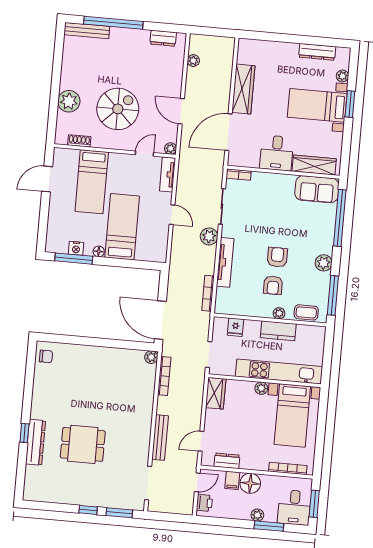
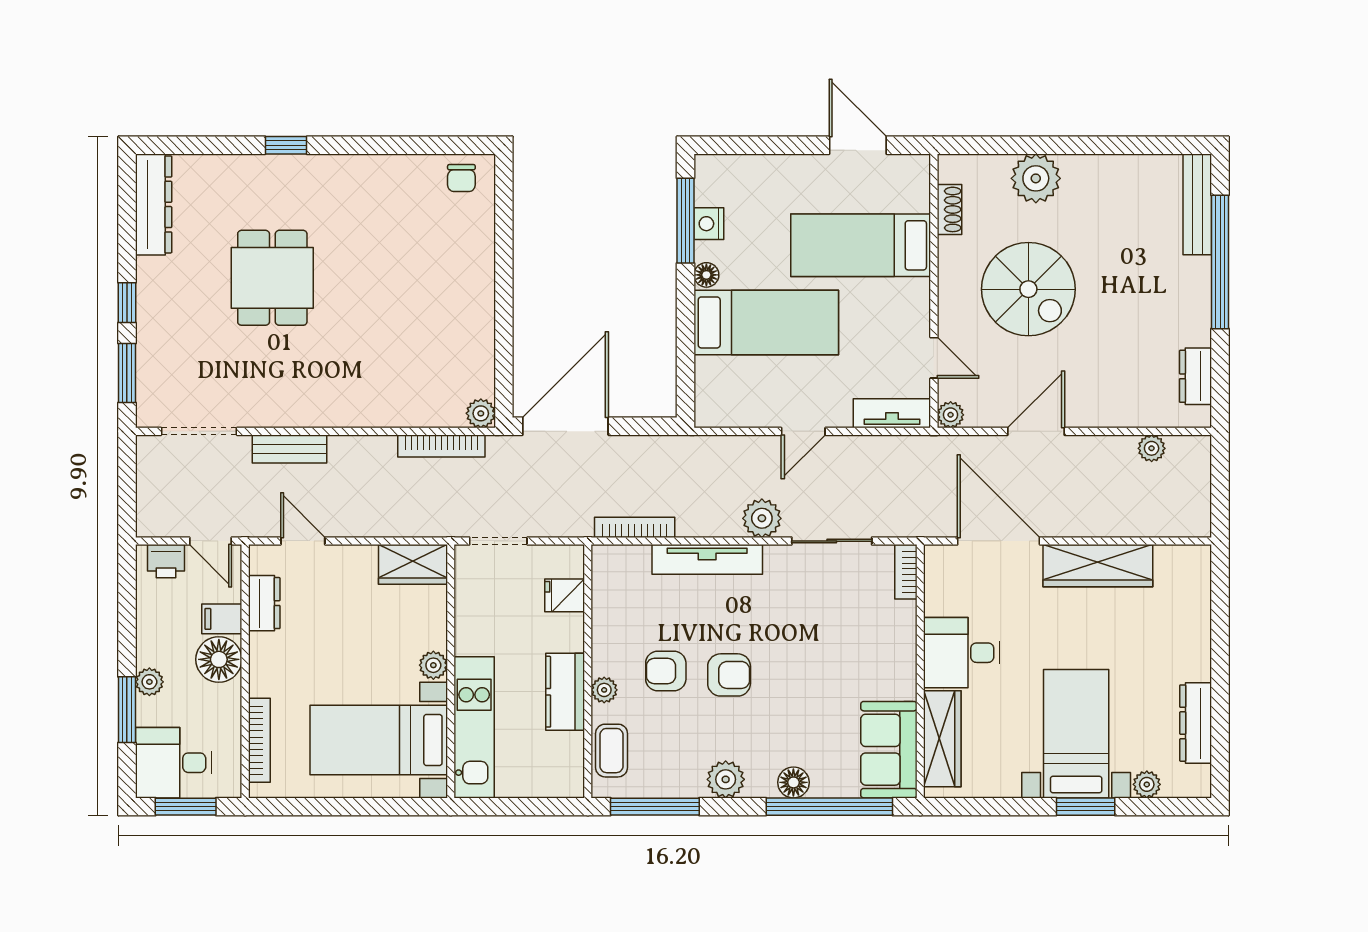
floor lamp: (328, 233) -> (793, 782), added
kitchen unit: (279, 372) -> (474, 727), width x0.73
bench: (160, 438) -> (290, 449), width x0.73
dresser: (36, 442) -> (154, 204), moved, turned -90

